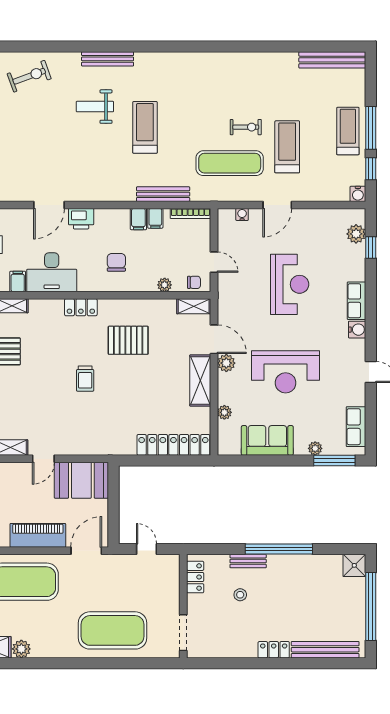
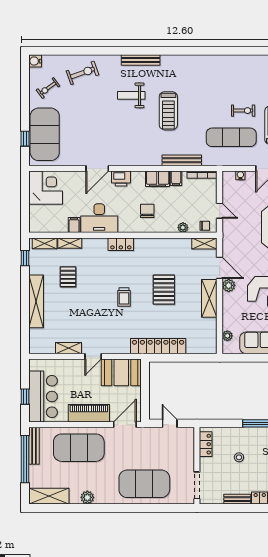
treadmill: (145, 127) -> (168, 111), turned 180
filing cabinet: (138, 219) -> (158, 179), width x2.00
pallet: (128, 340) -> (164, 290), moved, turned 90
plant: (224, 412) -> (227, 336), moved
locker: (173, 445) -> (158, 346), moved
bench: (248, 561) -> (237, 499), moved
plant: (21, 649) -> (87, 497), moved

